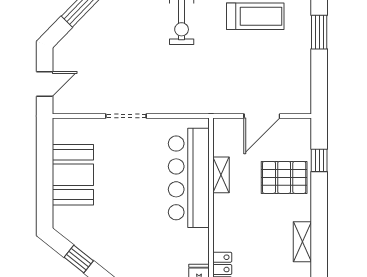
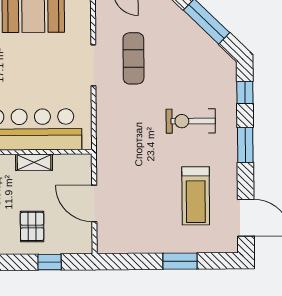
exercise mat: (119, 77) -> (133, 58), added
pallet: (284, 177) -> (32, 226), width x0.67, depth x0.71

